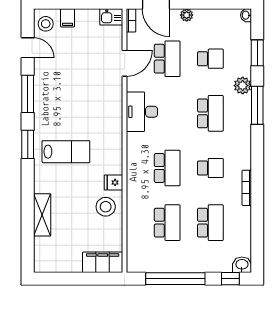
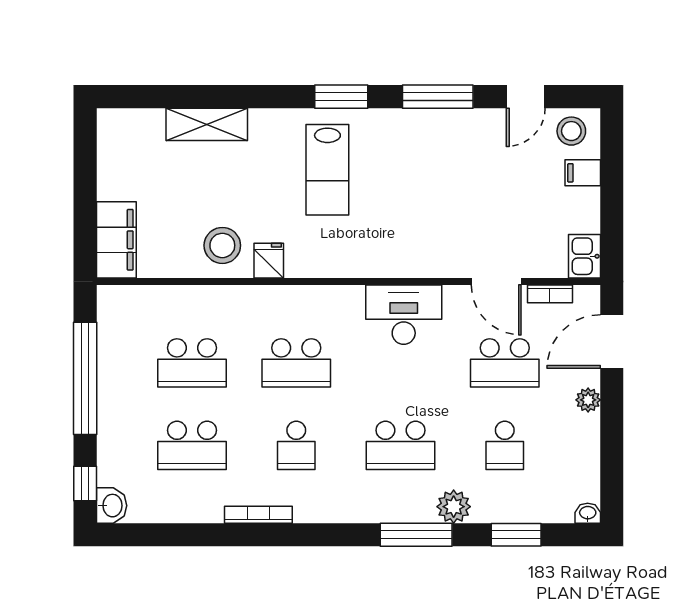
bookcase: (131, 20) -> (550, 294), moved

